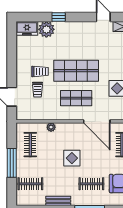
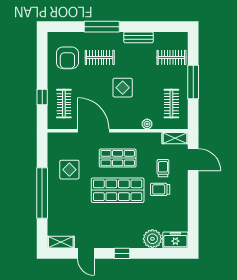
window: (59, 17) -> (122, 253), moved
shelving: (27, 115) -> (175, 138), added

